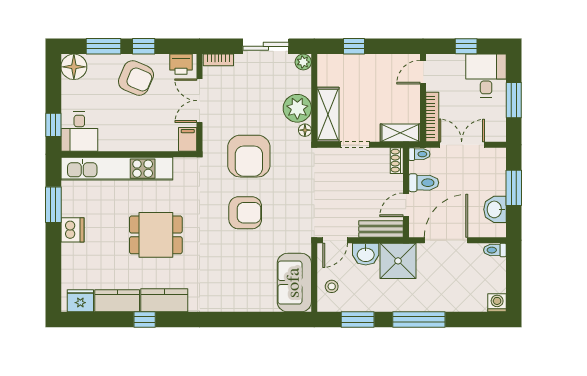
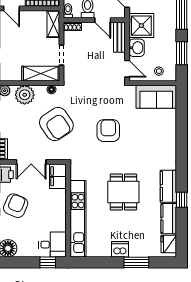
plant: (297, 108) -> (25, 95), moved
filing cabinet: (188, 139) -> (58, 176), width x2.00
armchair: (249, 156) -> (56, 124), moved, turned 56
window: (53, 205) -> (136, 262), moved

